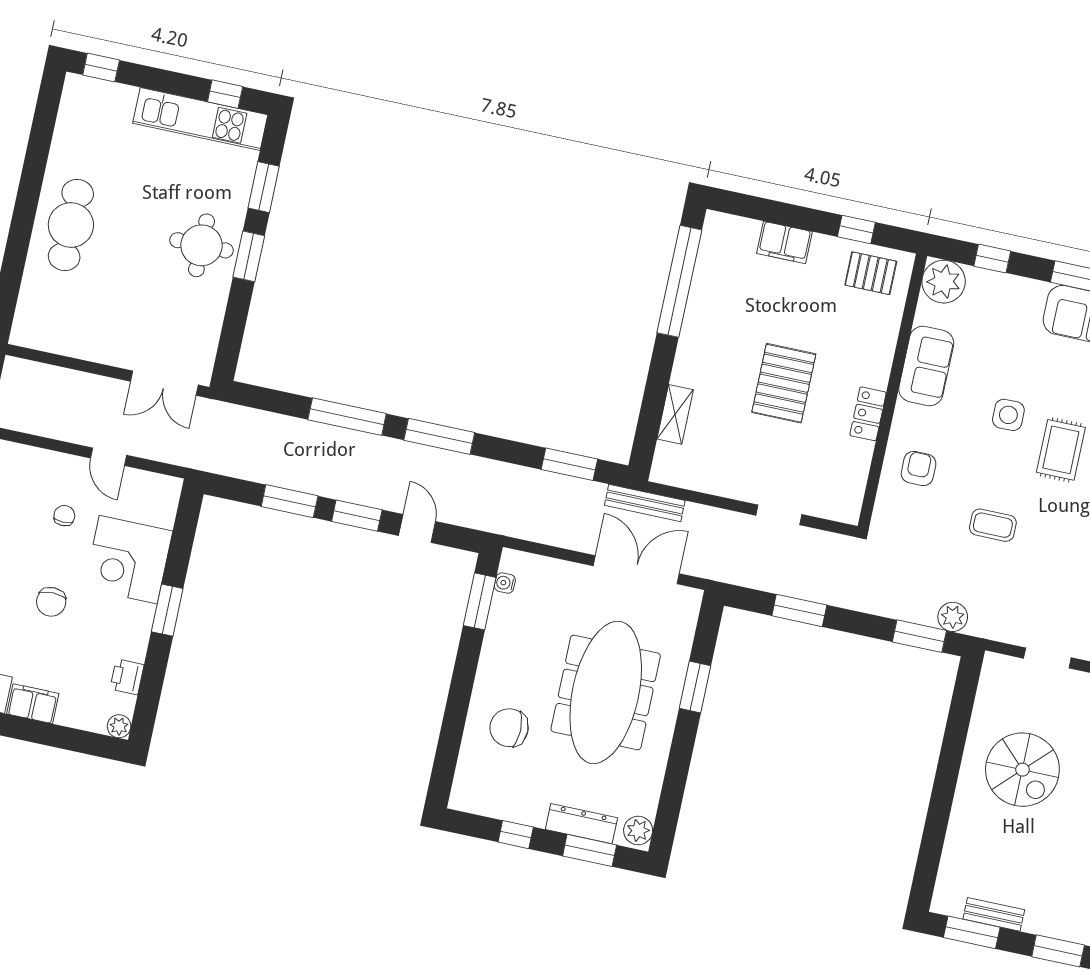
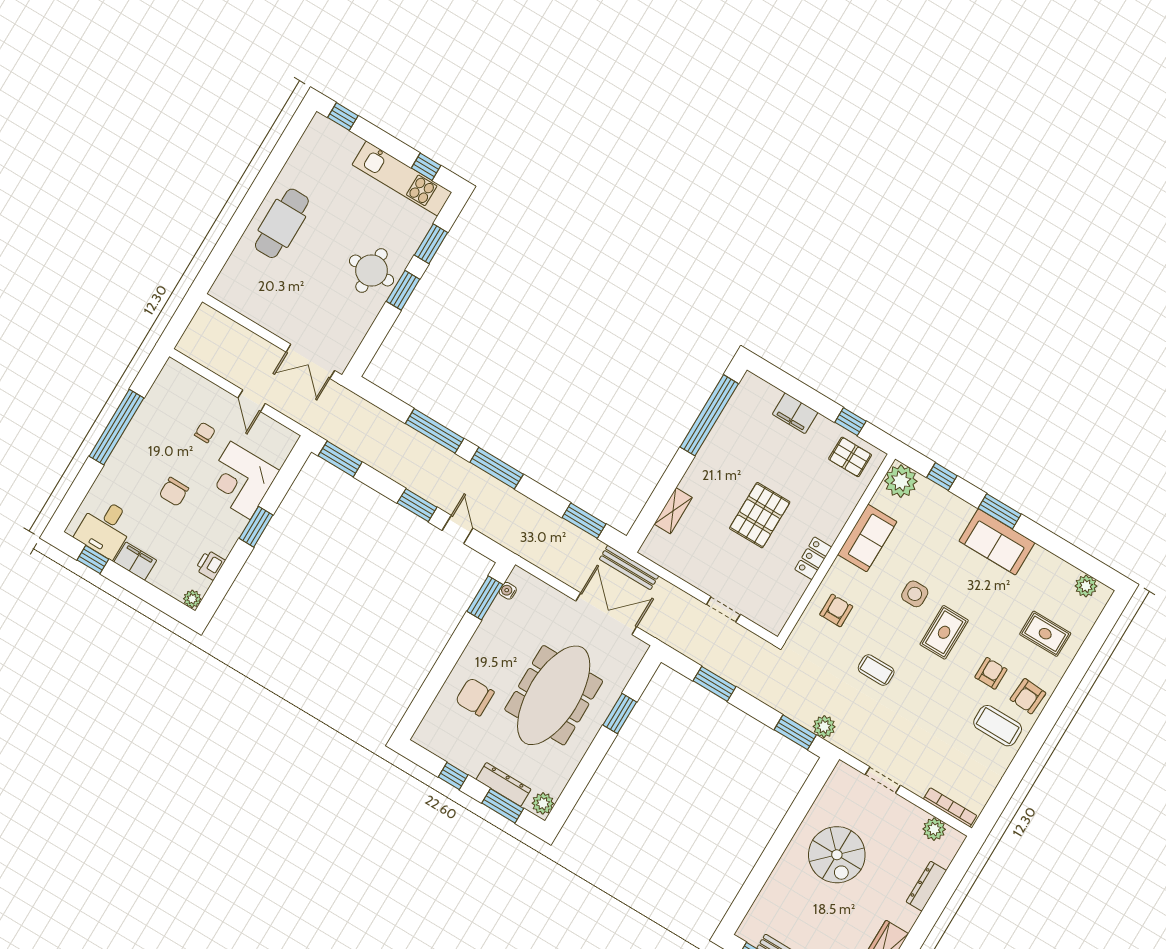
window: (290, 501) -> (340, 459), moved

